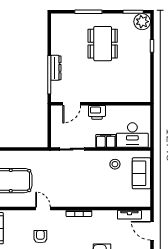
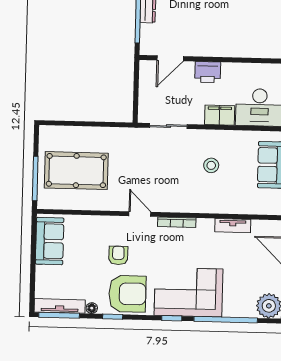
stool: (115, 164) -> (211, 165), moved
door: (43, 209) -> (140, 214), moved
tv unit: (129, 215) -> (233, 226), moved

